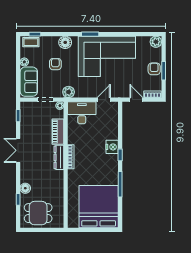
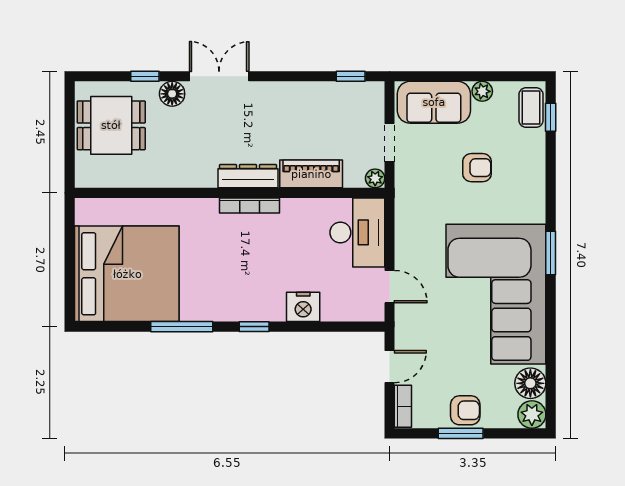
floor lamp: (65, 42) -> (530, 383), moved
plant: (69, 92) -> (409, 200), removed
nightstand: (112, 147) -> (303, 307), moved
double door: (18, 150) -> (219, 76), moved
dining table: (38, 213) -> (111, 125), turned 90

